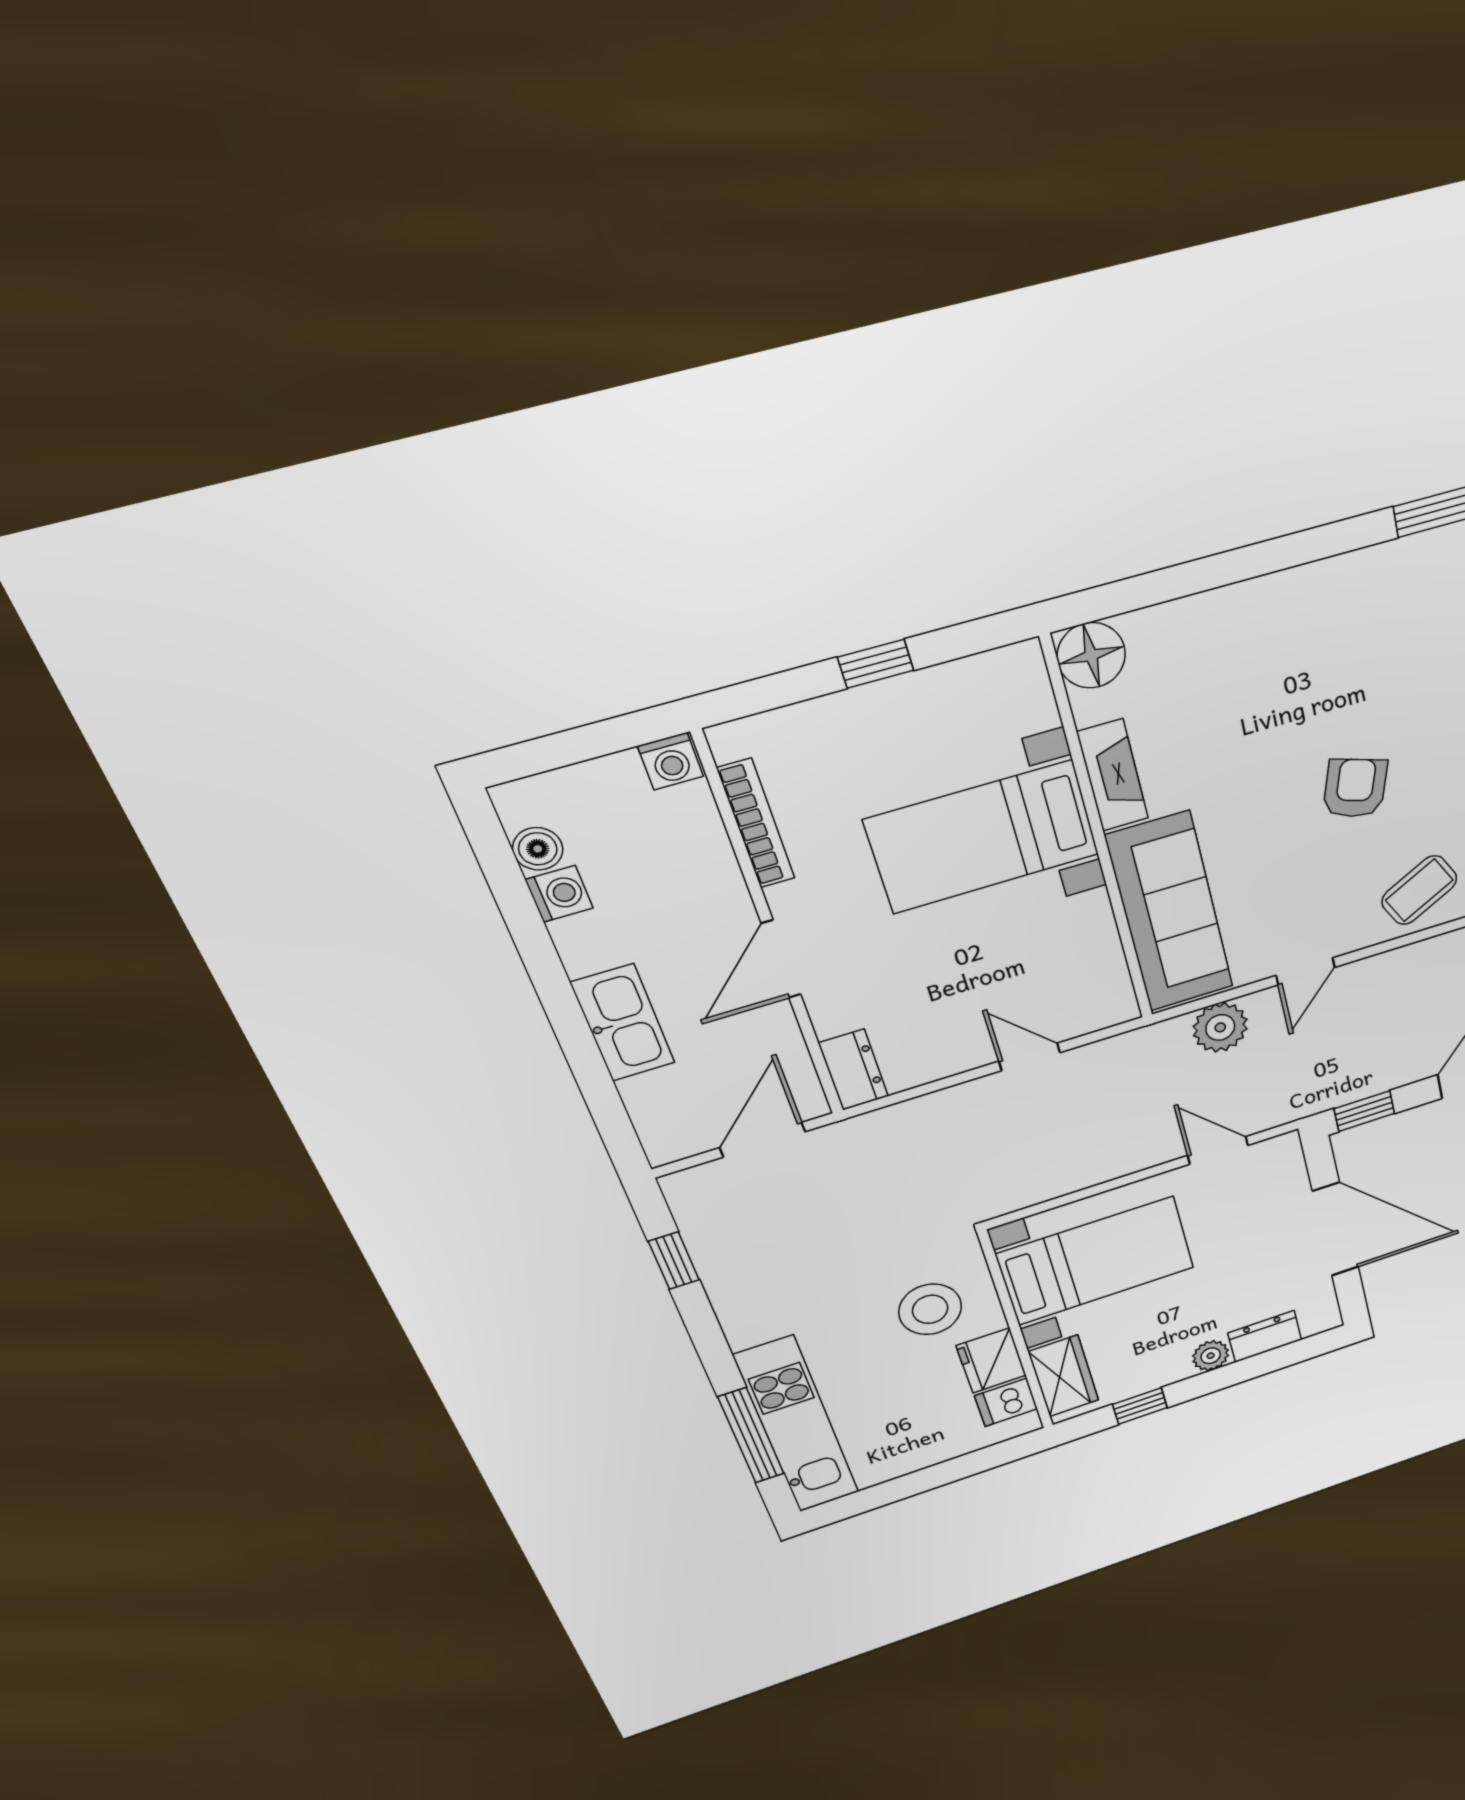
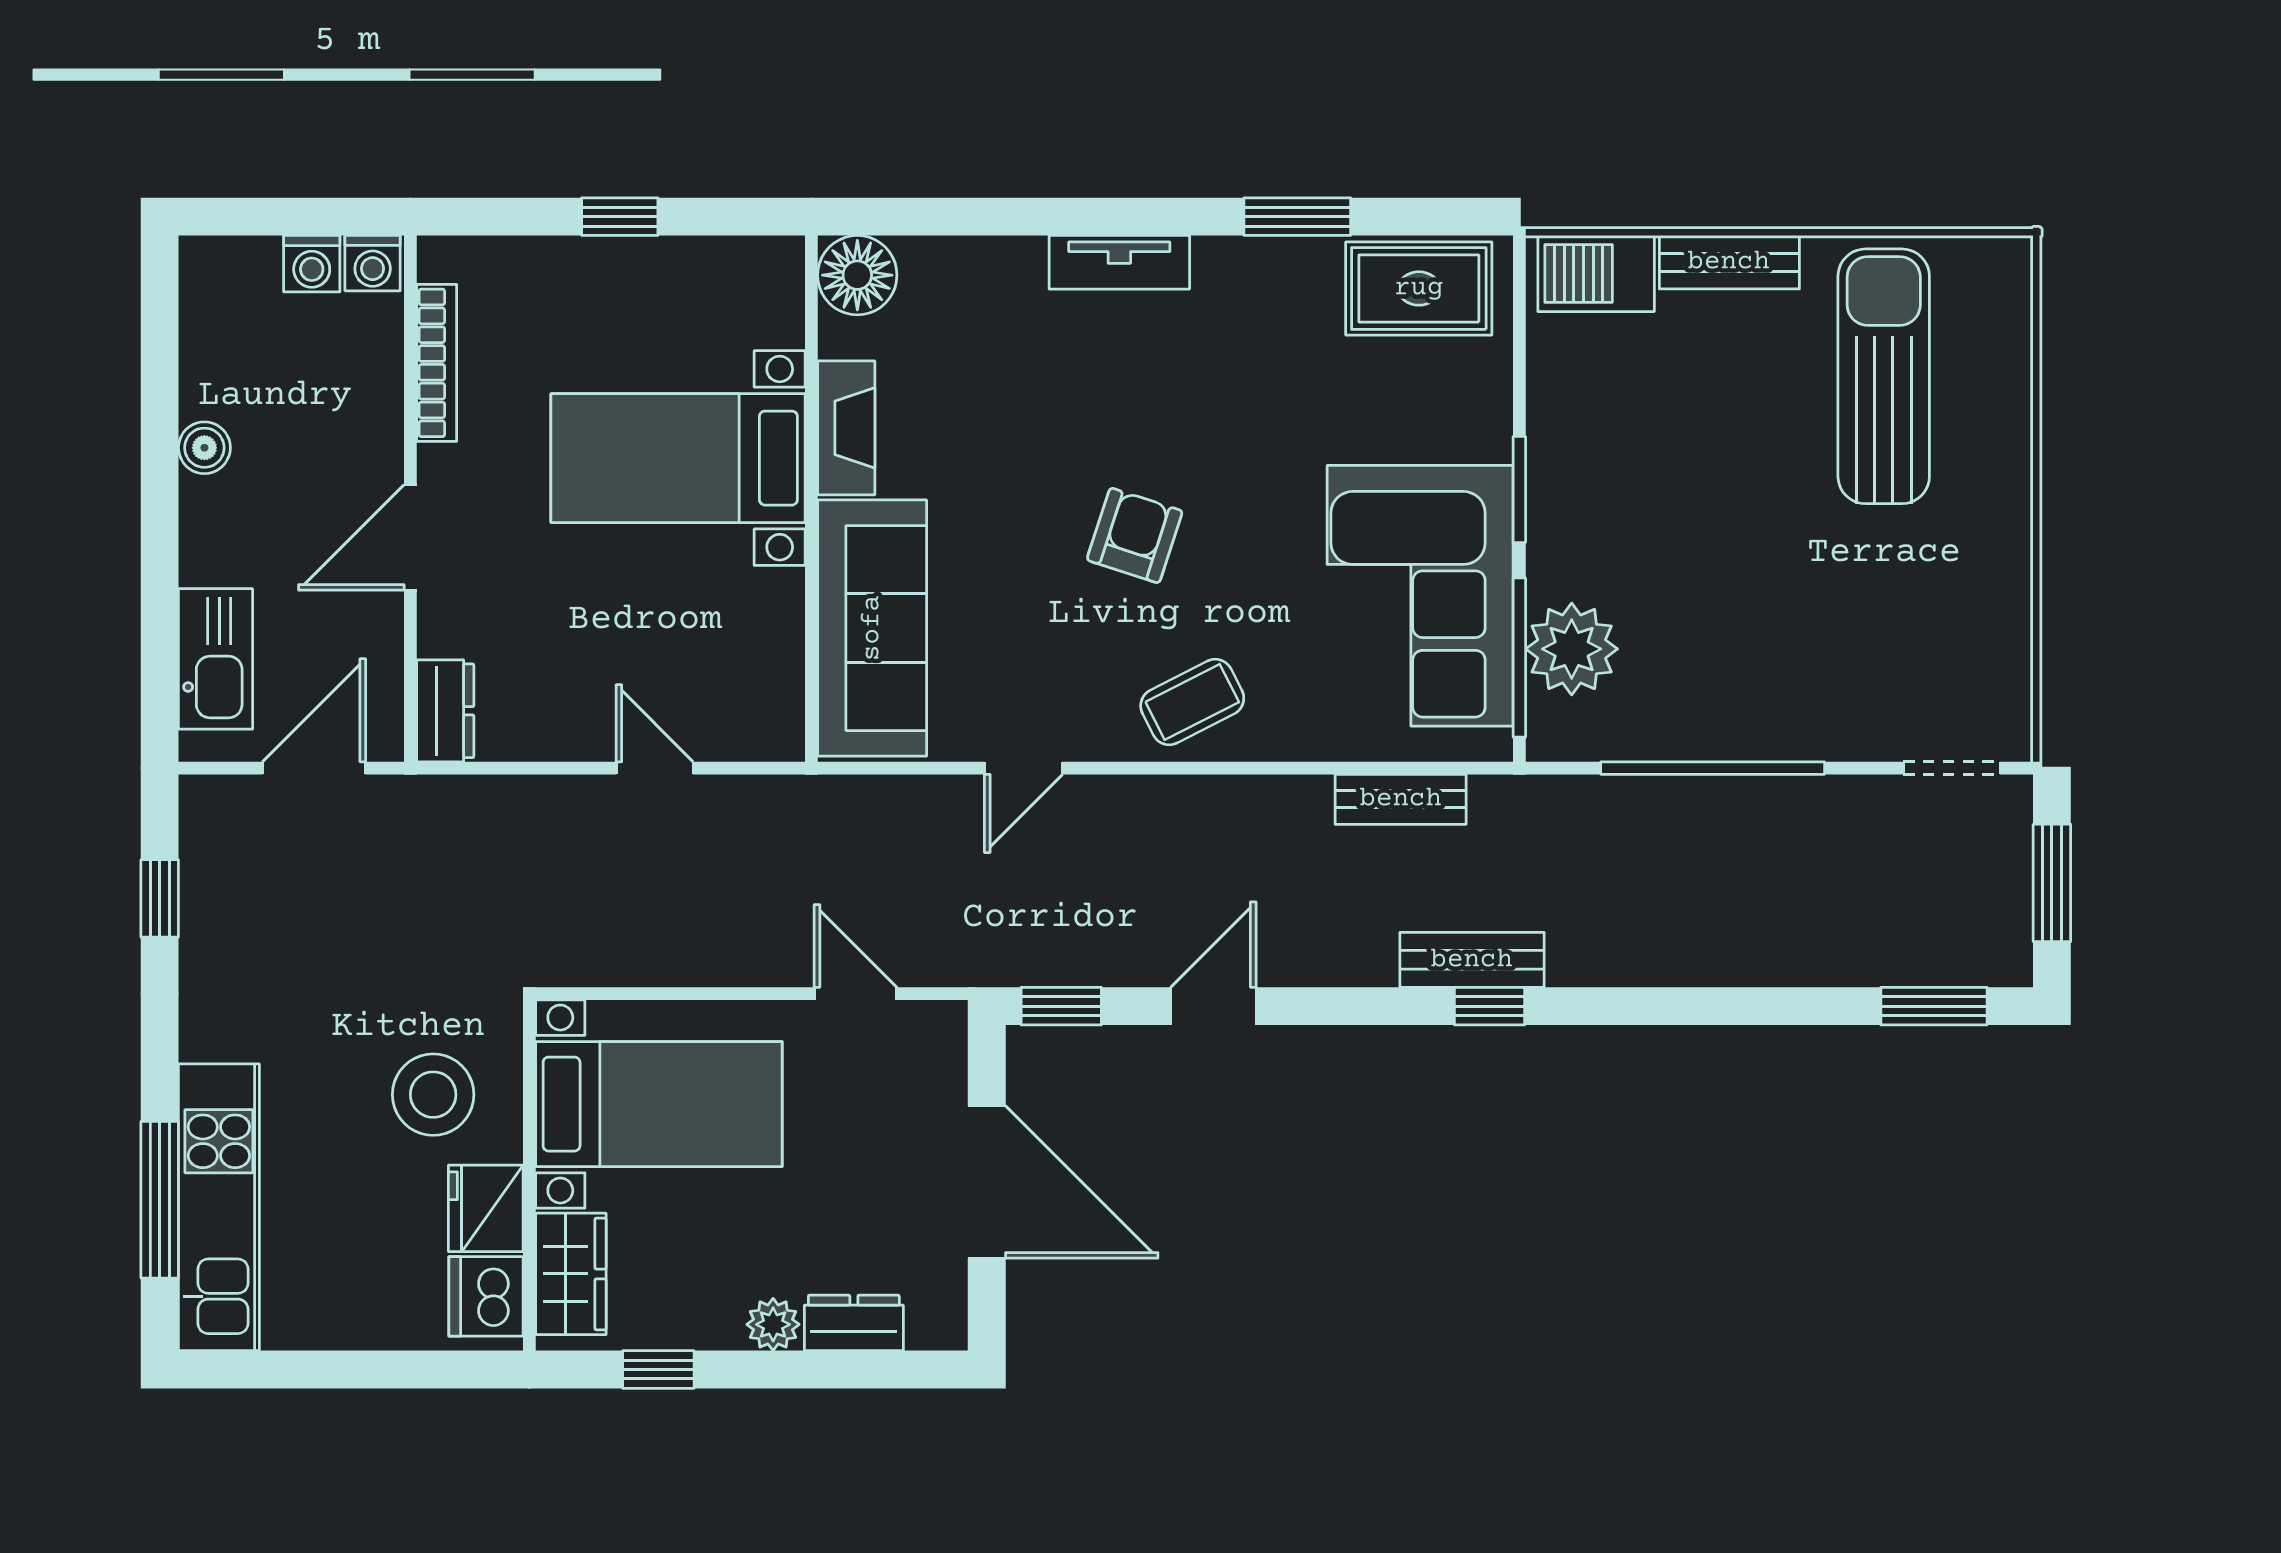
tv unit: (1303, 586) -> (1119, 262), added
boiler: (538, 849) -> (204, 448), moved
washing machine: (559, 894) -> (312, 264), moved, turned 90
kitchen sink: (623, 1023) -> (216, 659), moved
plant: (1220, 1027) -> (898, 811), removed
dishwasher: (1006, 1402) -> (486, 1296), width x1.38

